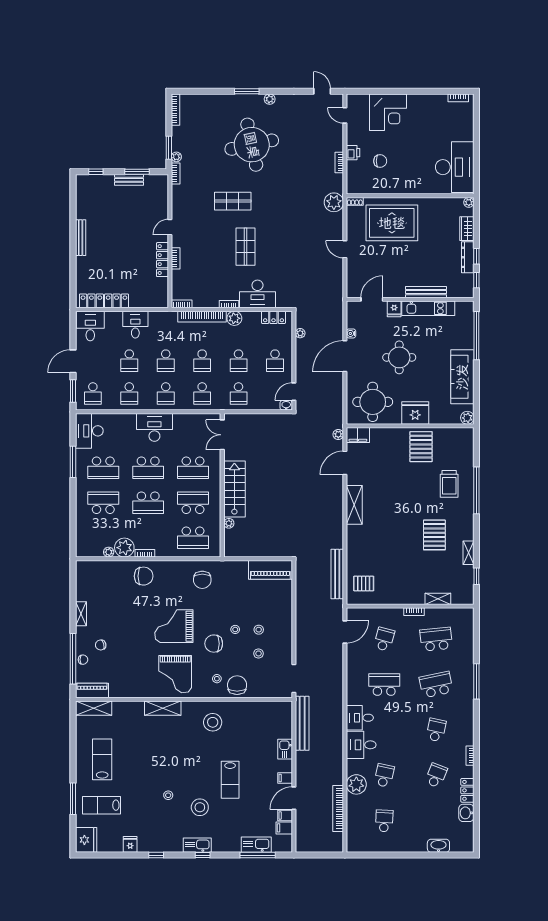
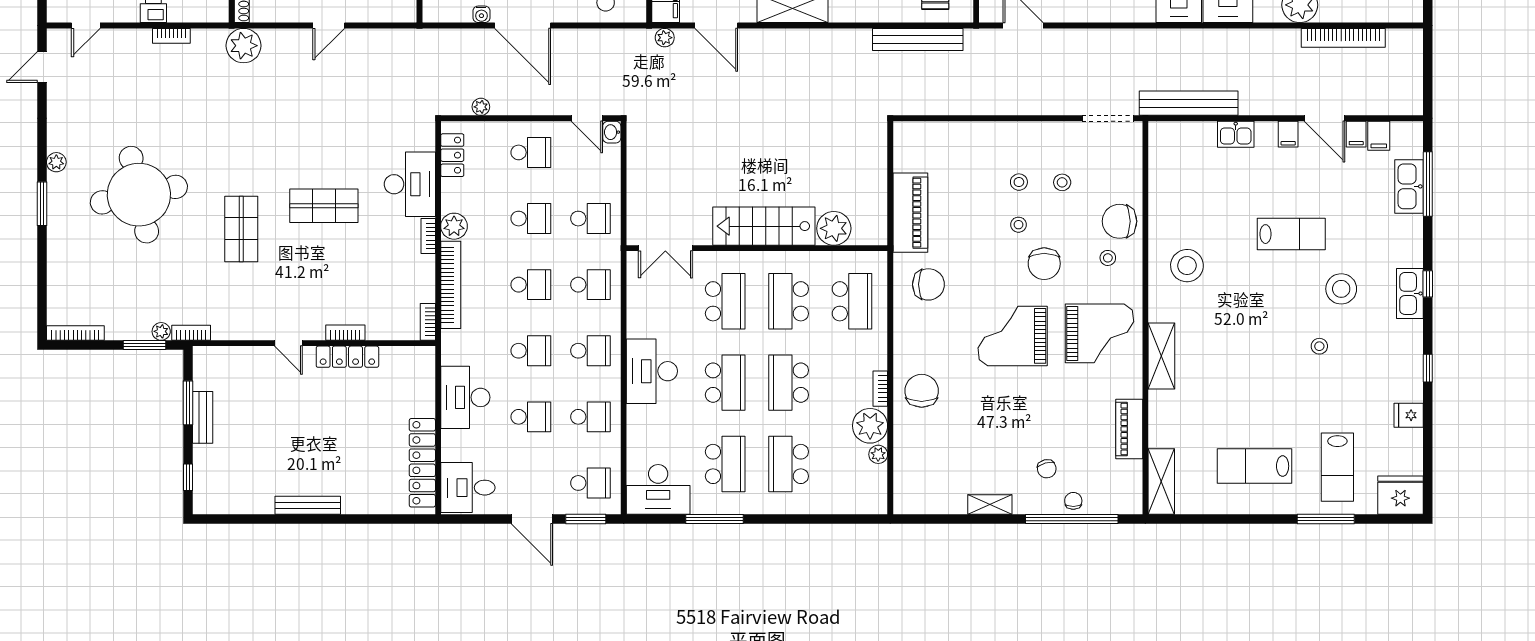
desk: (135, 325) -> (465, 397), width x1.37
school desk: (148, 503) -> (789, 383), turned 180
plant: (229, 523) -> (834, 228), width x1.88, depth x1.88
piano: (270, 570) -> (910, 213), moved
grand piano: (174, 626) -> (1013, 336), turned 90
piano: (92, 690) -> (1129, 429), moved

